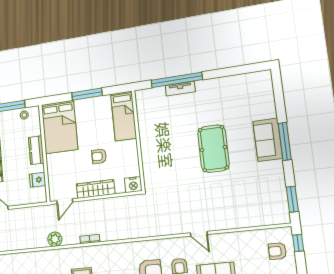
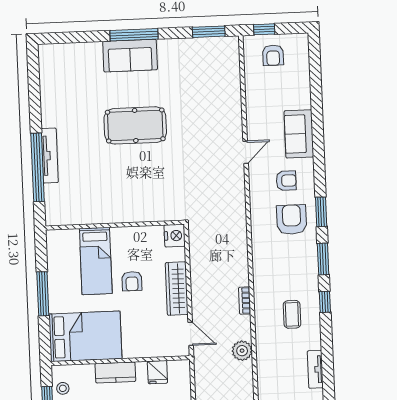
tv unit: (180, 89) -> (50, 156), width x1.41
bed: (124, 116) -> (96, 261), moved, turned 90

